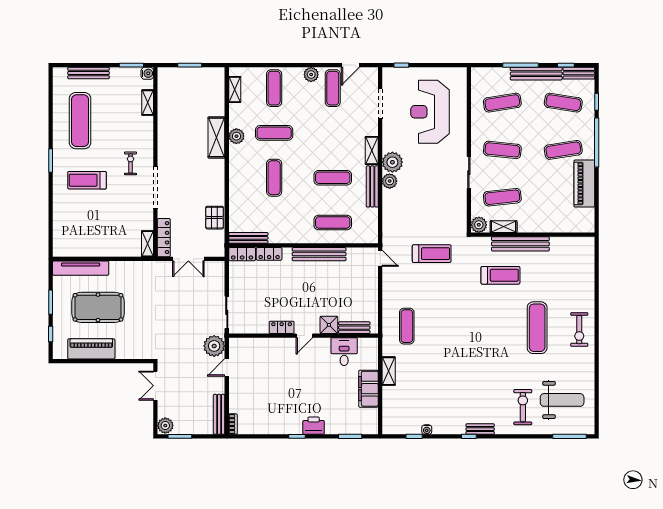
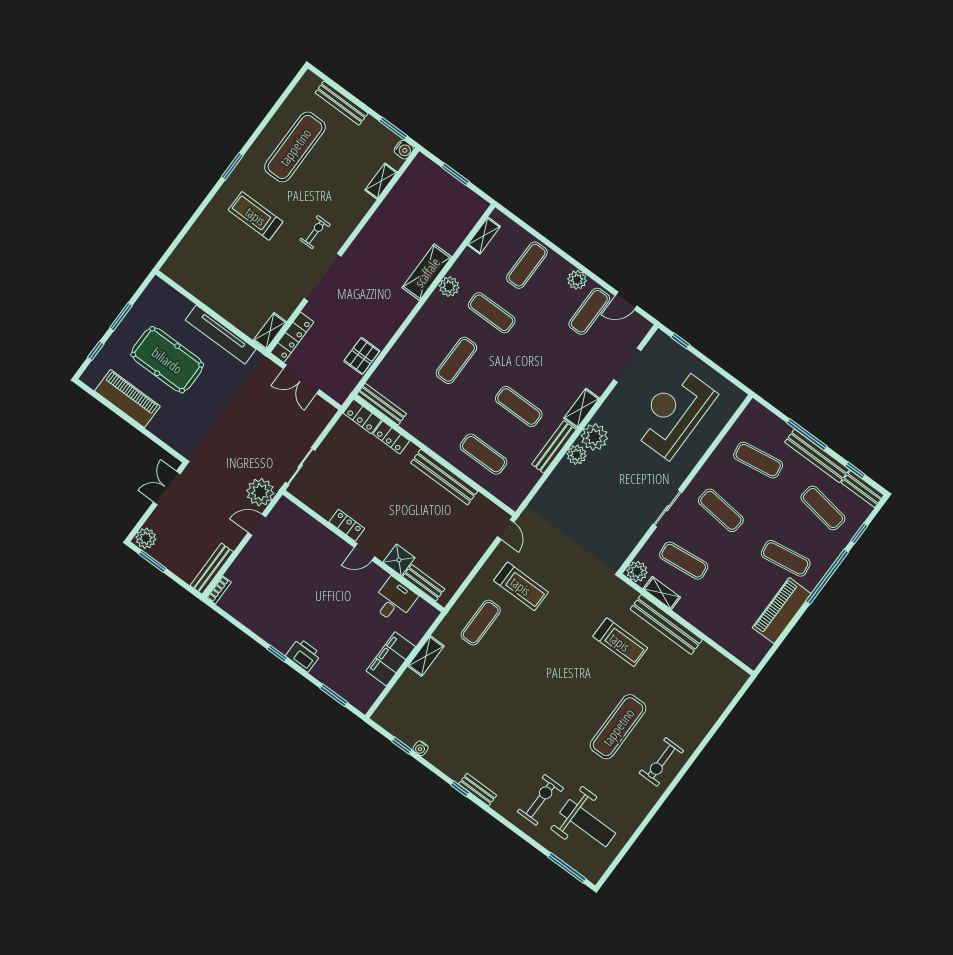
treadmill: (432, 254) -> (521, 586), moved
tv unit: (81, 268) -> (221, 335), moved

